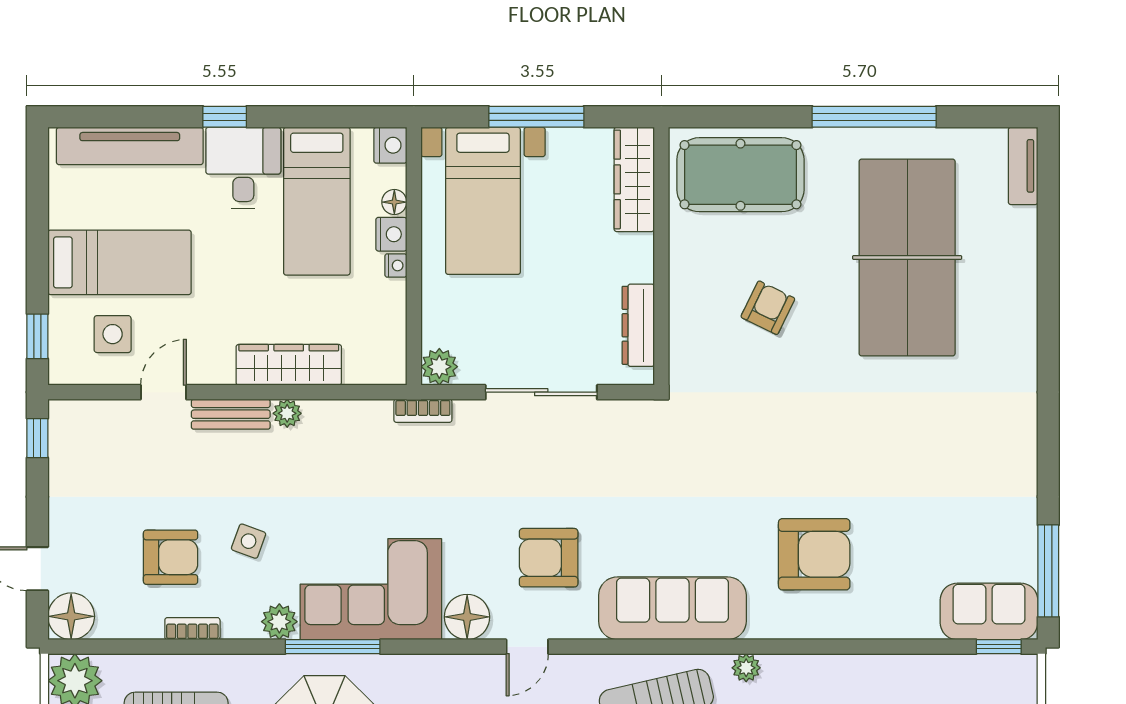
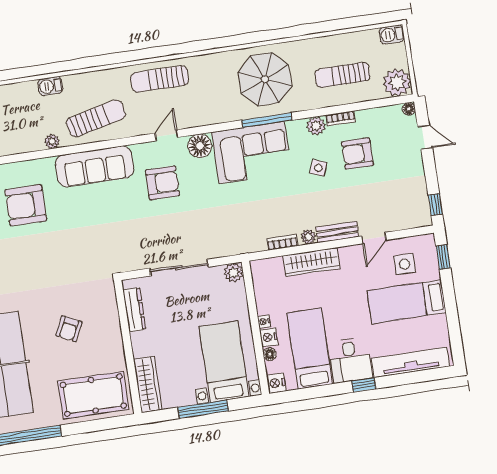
bookcase: (423, 411) -> (282, 242), moved
floor lamp: (71, 616) -> (409, 109), width x0.53, depth x0.53
plant: (279, 622) -> (316, 126), moved

